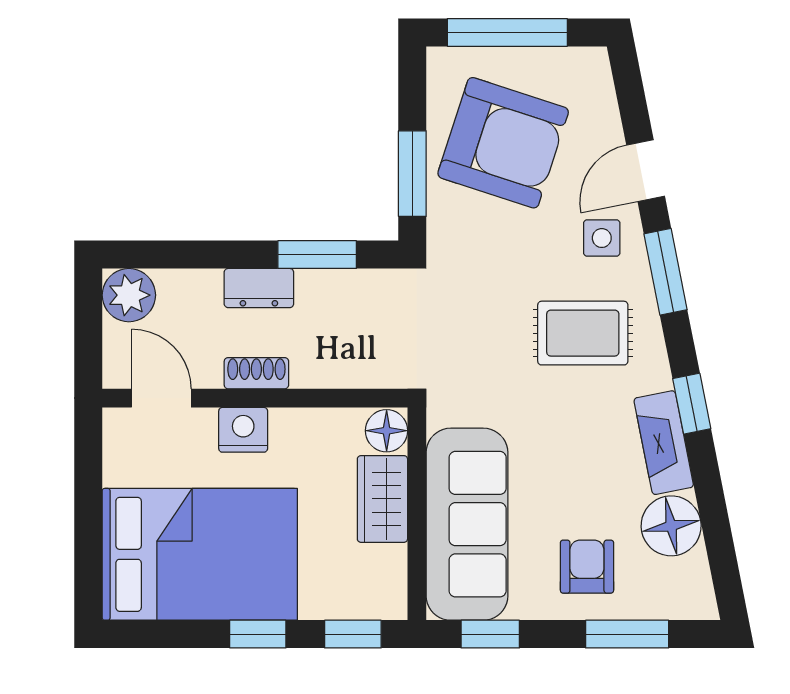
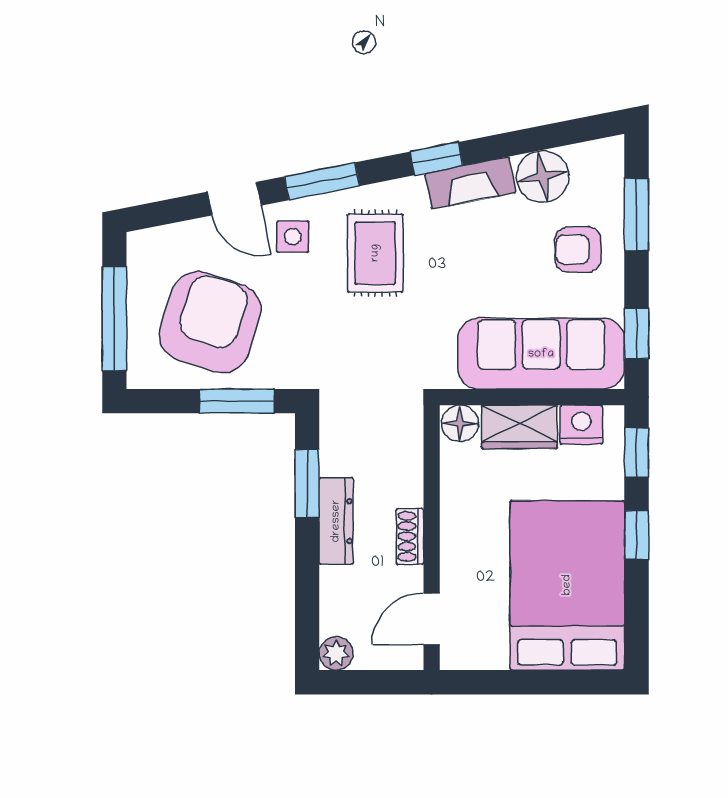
dresser: (259, 288) -> (336, 521), width x1.44
plant: (129, 295) -> (336, 653), width x0.73, depth x0.73
nightstand: (243, 430) -> (581, 425), moved, turned 90

